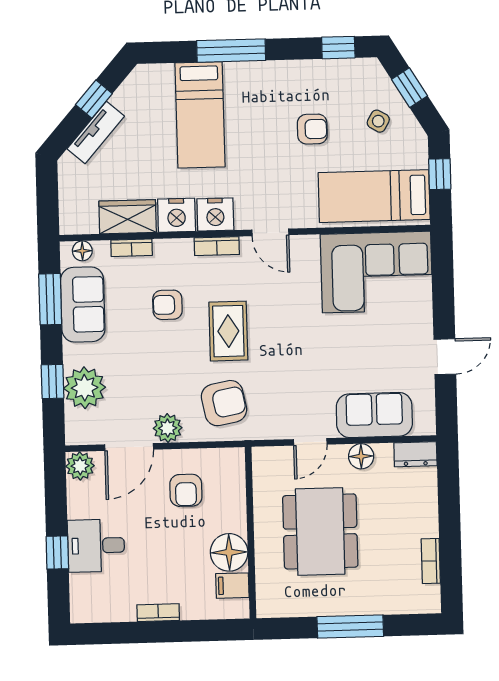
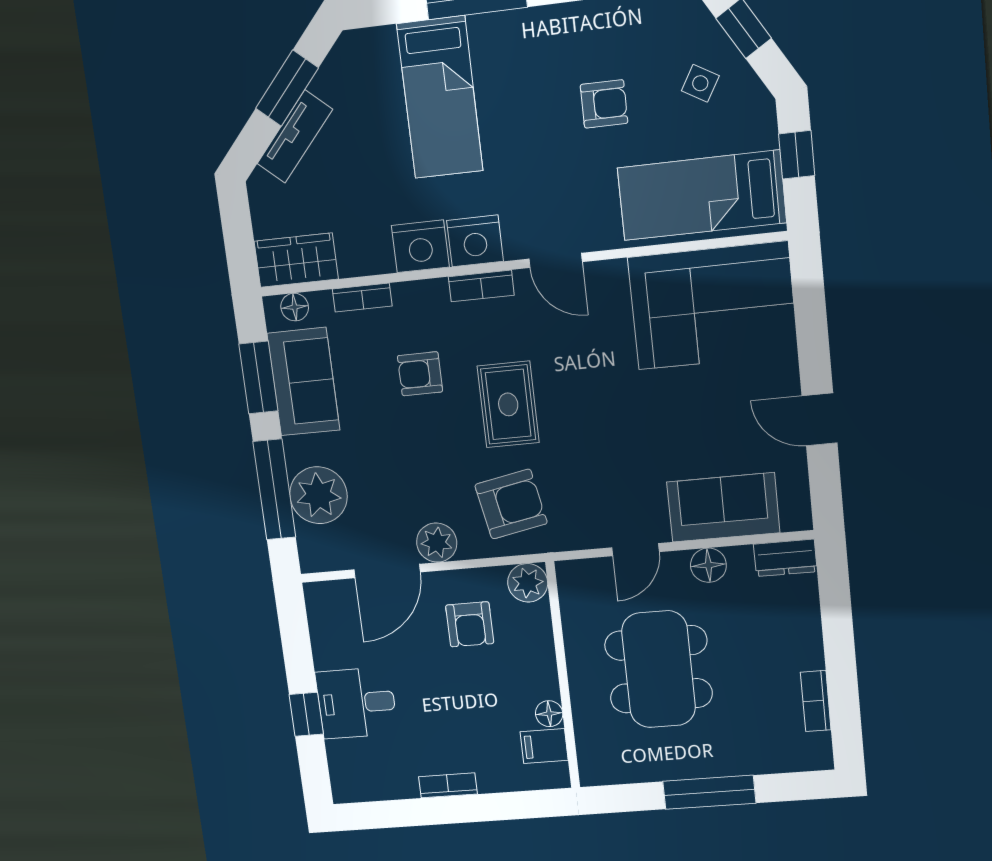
window: (94, 99) -> (287, 88), width x1.50
wardrobe: (128, 217) -> (296, 260), moved
door: (445, 357) -> (820, 419), swing flipped
window: (52, 381) -> (274, 489), width x2.17
plant: (80, 466) -> (528, 583), moved
floor lamp: (229, 552) -> (549, 714), width x0.53, depth x0.53

